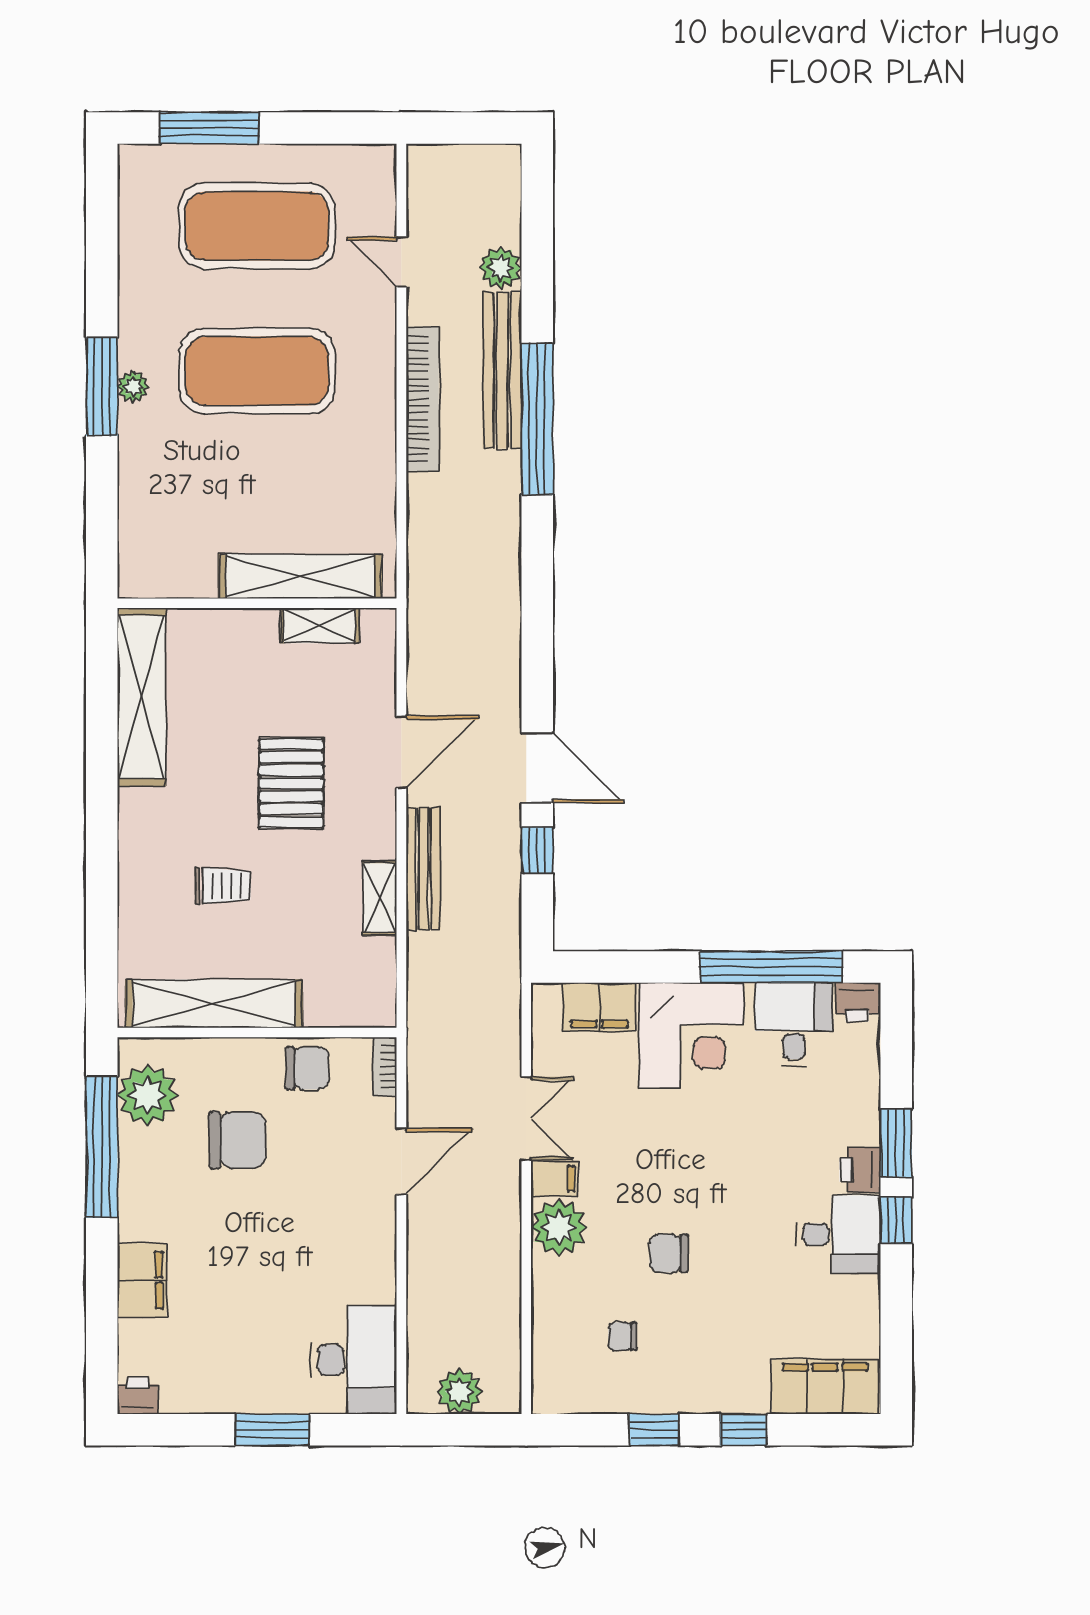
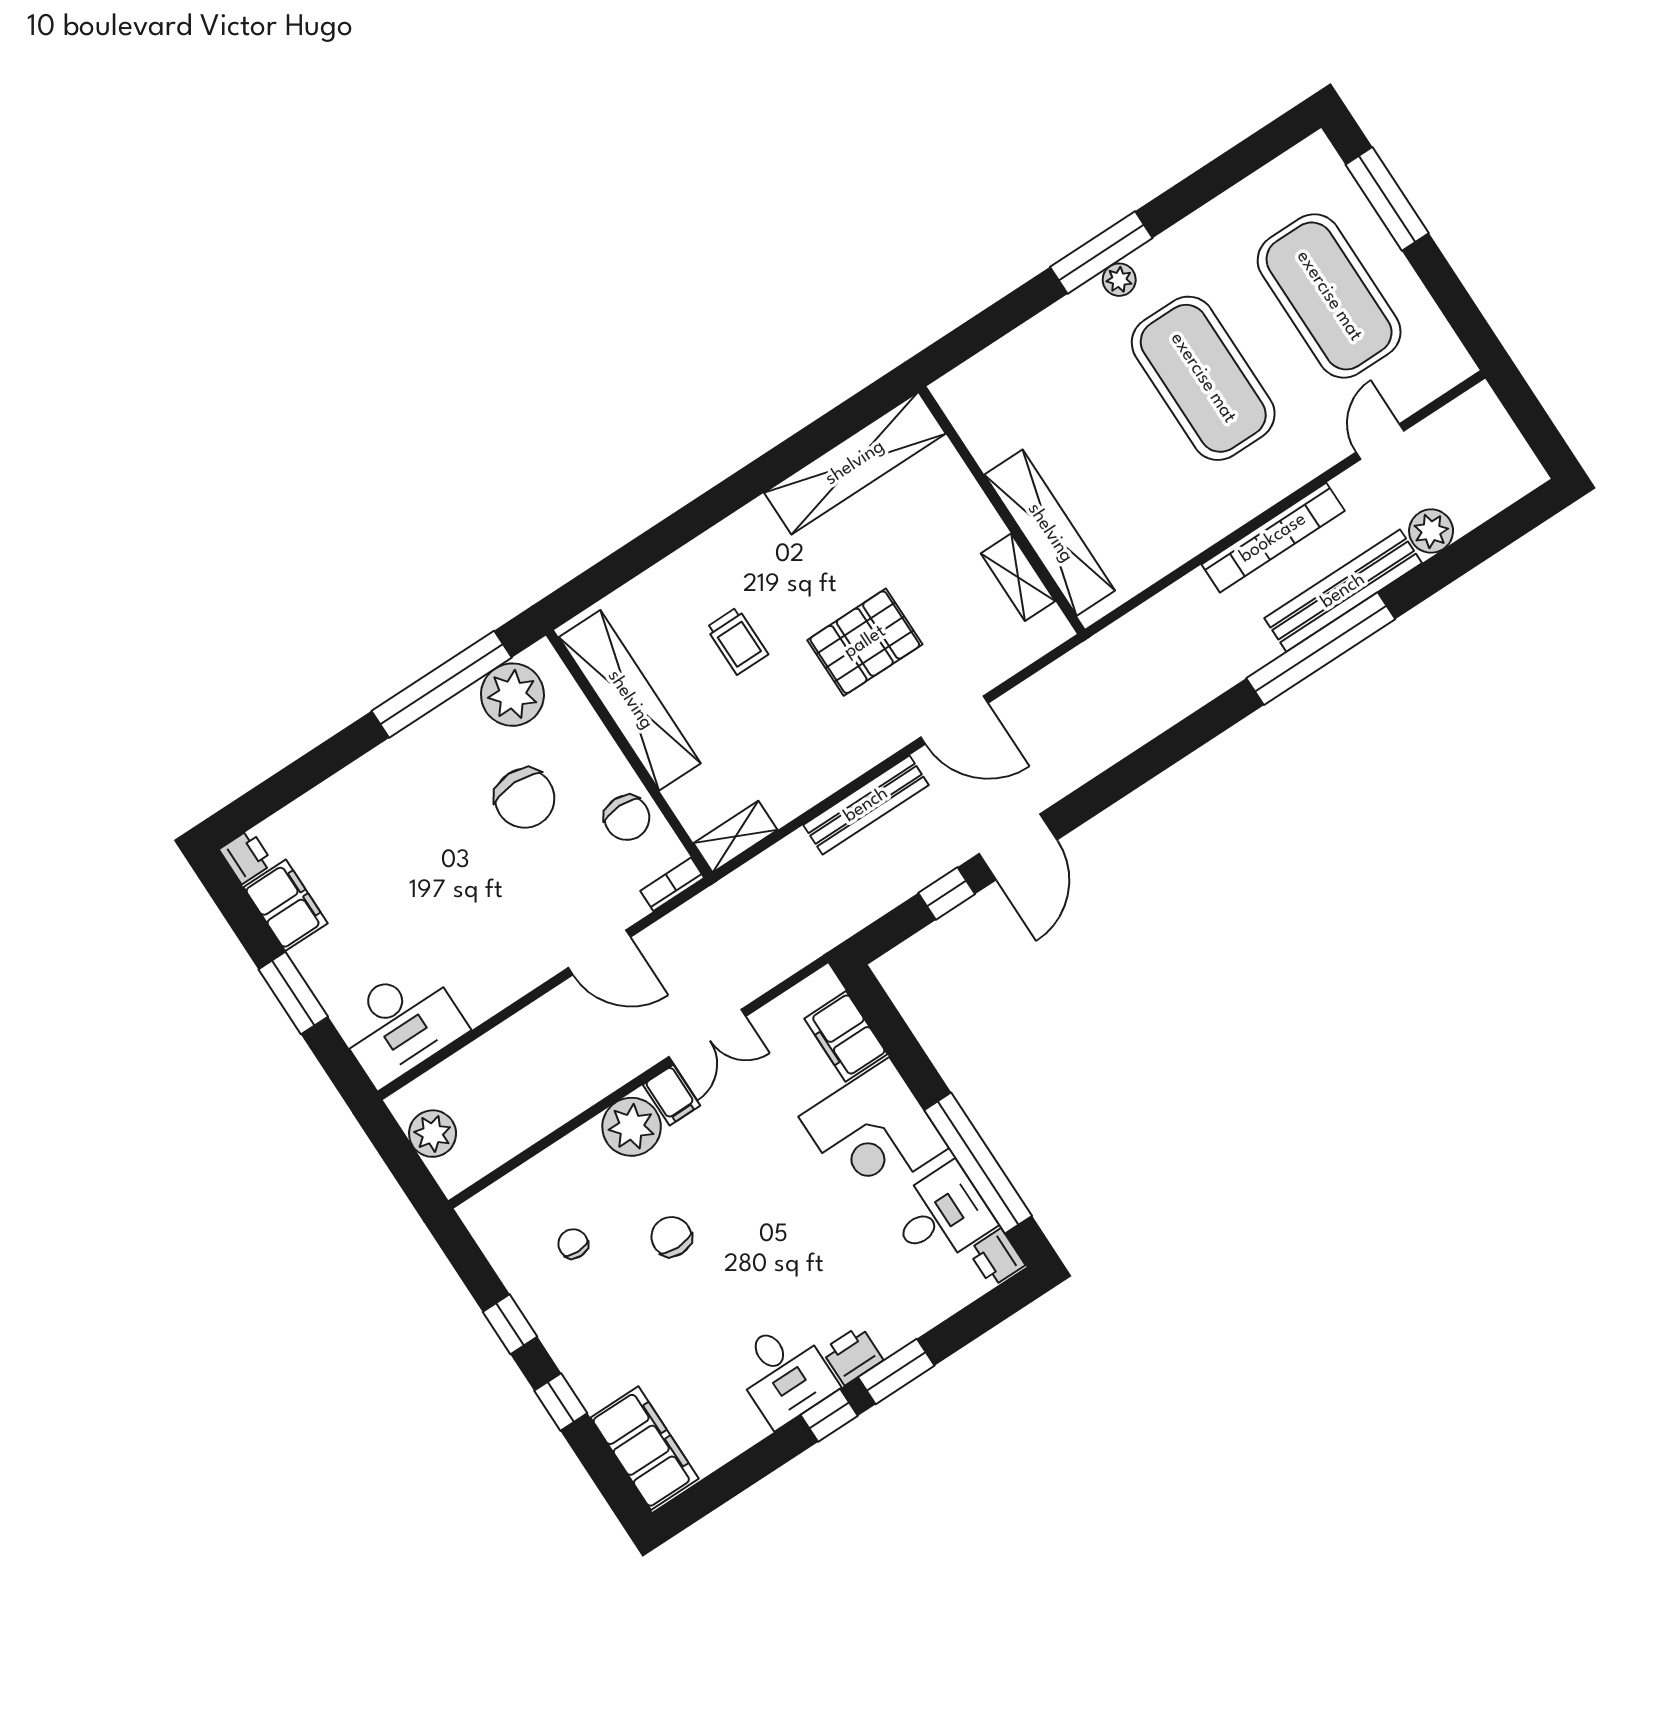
shelving: (380, 898) -> (736, 837), moved
filing cabinet: (142, 1280) -> (286, 905), moved, turned -90

